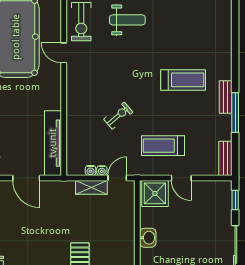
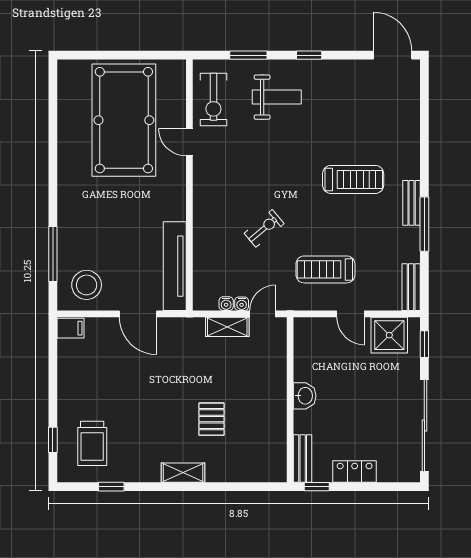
shower: (155, 193) -> (389, 335), moved

